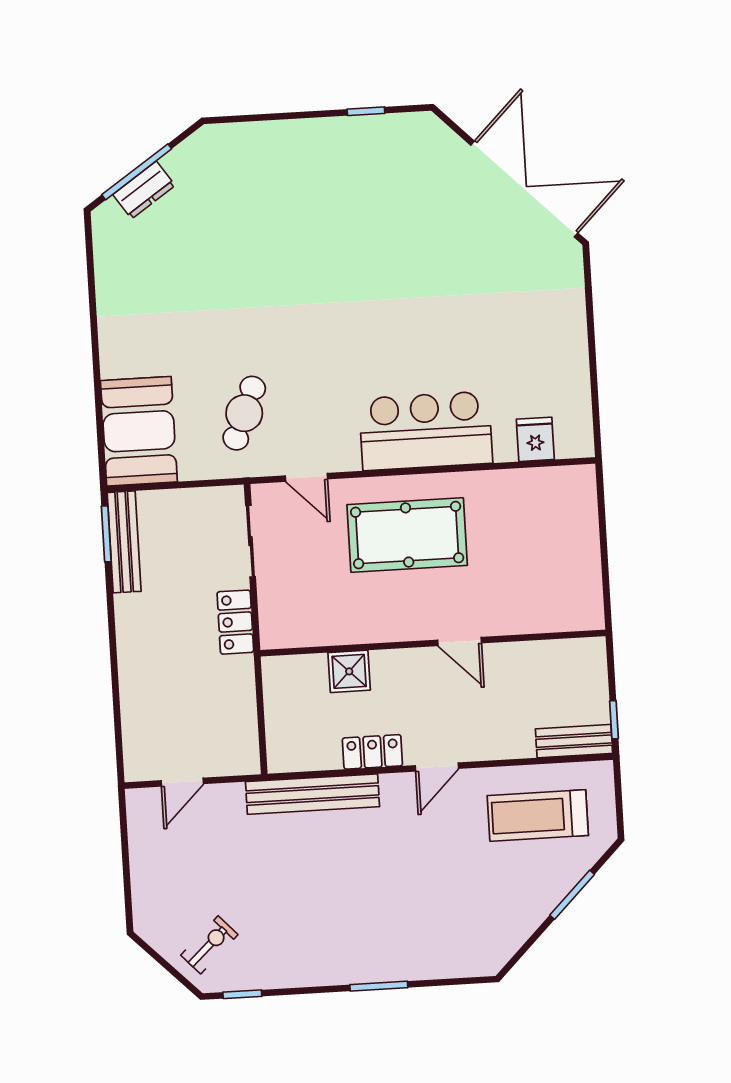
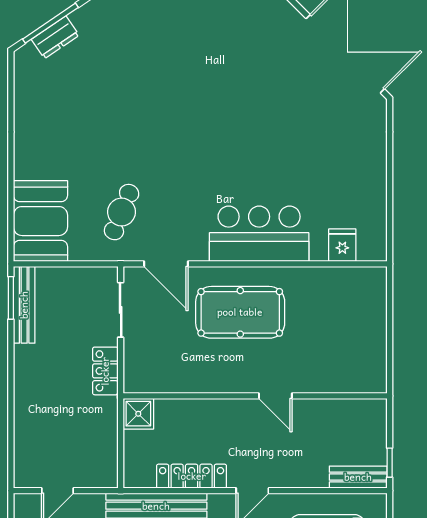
door: (306, 477) -> (166, 264), width x1.38
shower: (349, 671) -> (138, 414), moved
locker: (372, 752) -> (192, 476), width x1.53

